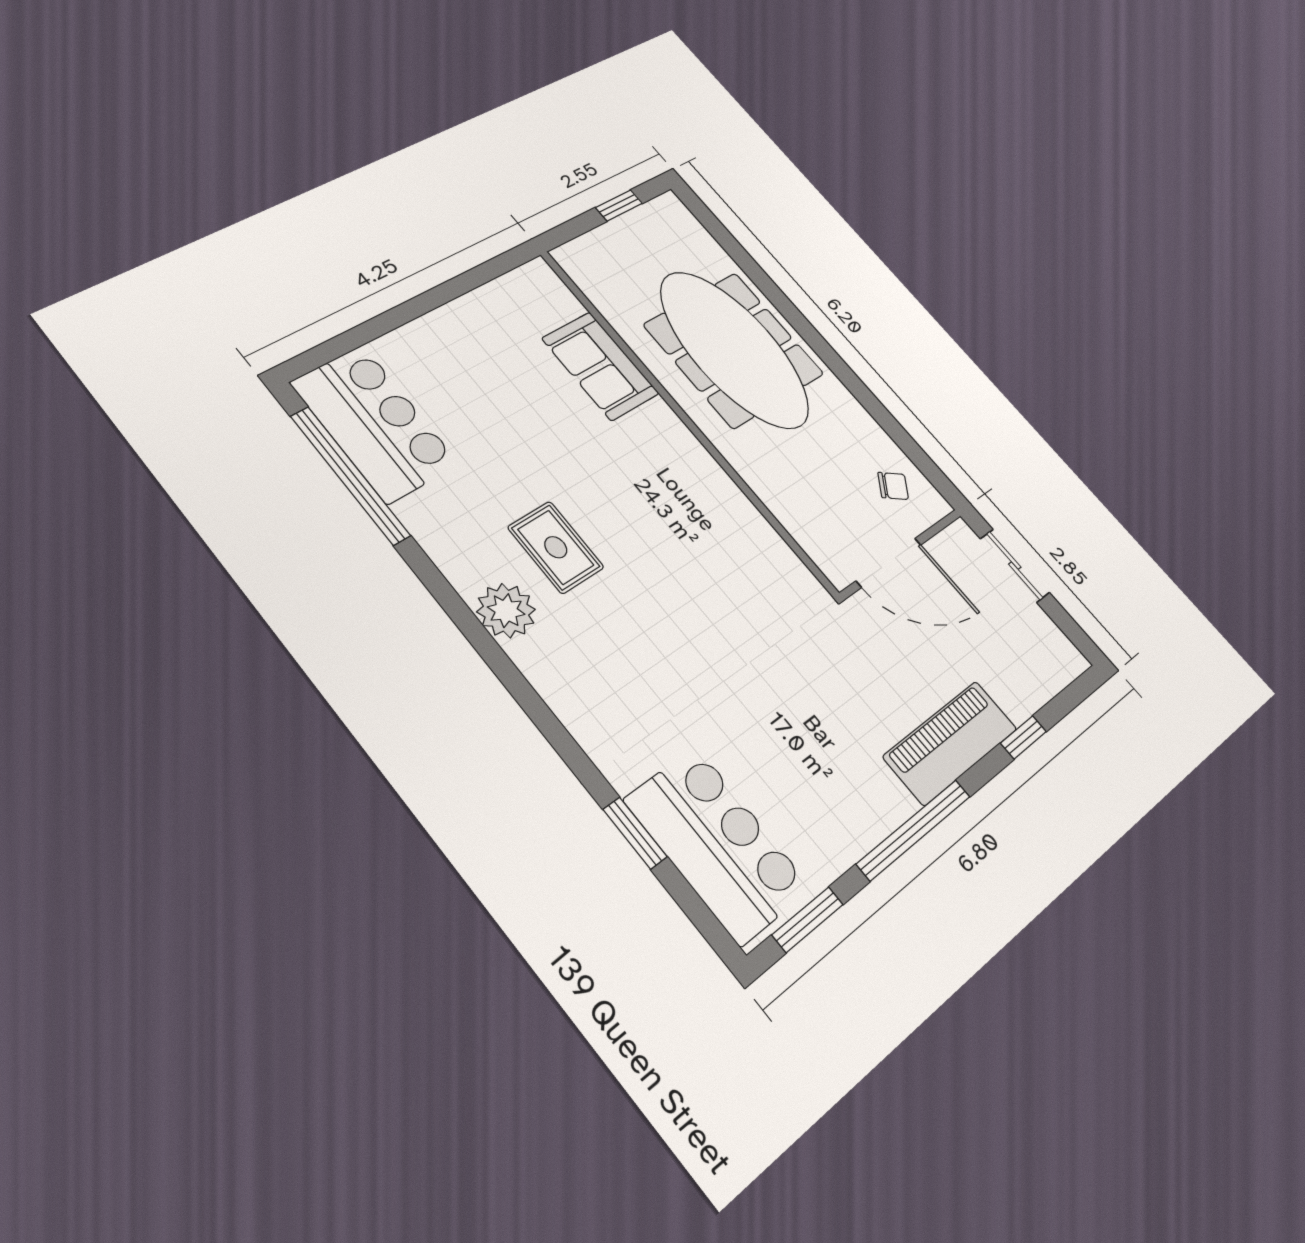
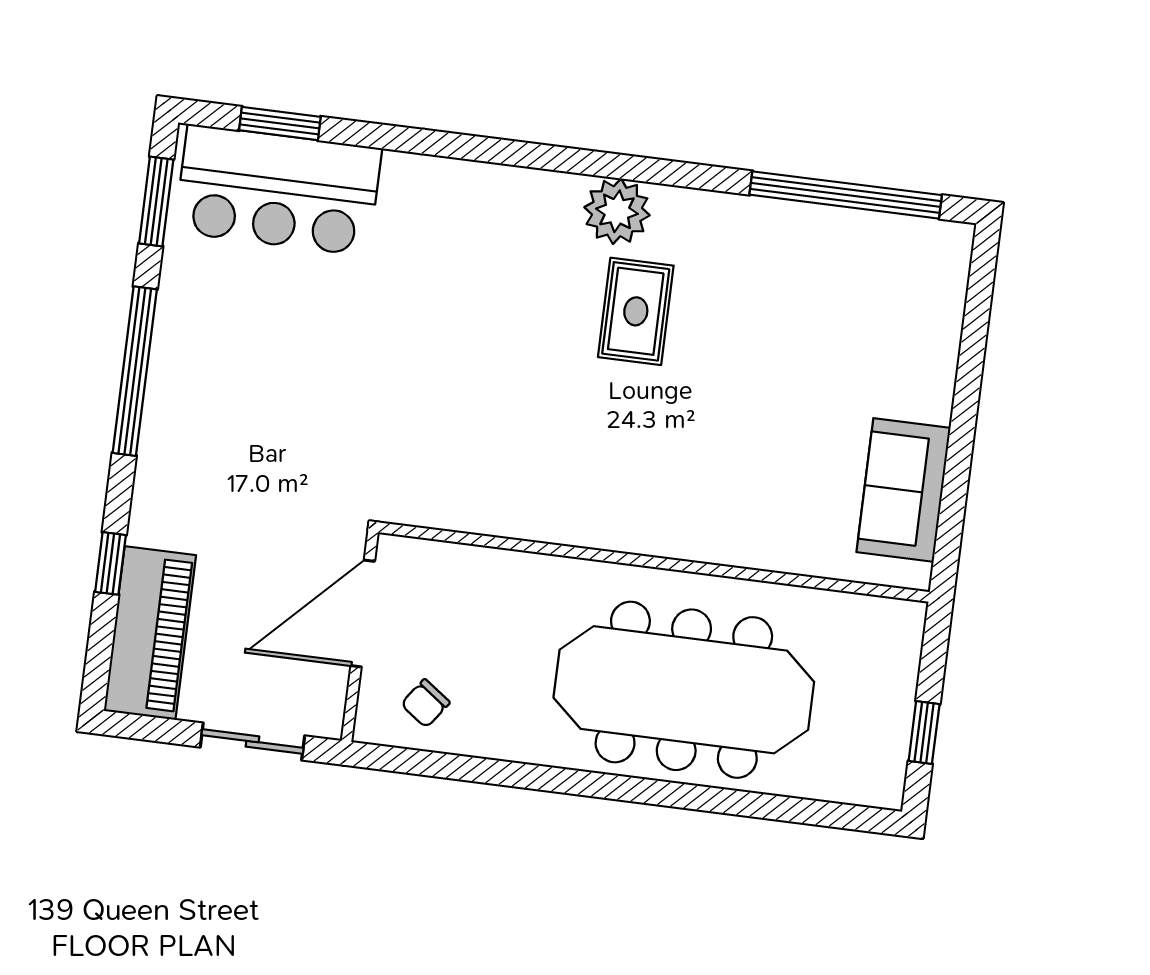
sofa: (600, 366) -> (904, 490), moved, turned -90
bar counter: (375, 423) -> (878, 263), removed
rug: (556, 547) -> (636, 311), turned 90
piano: (951, 743) -> (150, 633), moved
window: (635, 833) -> (280, 123), moved

